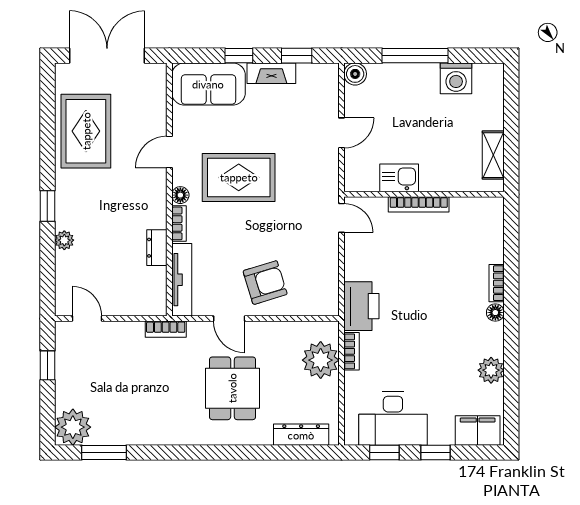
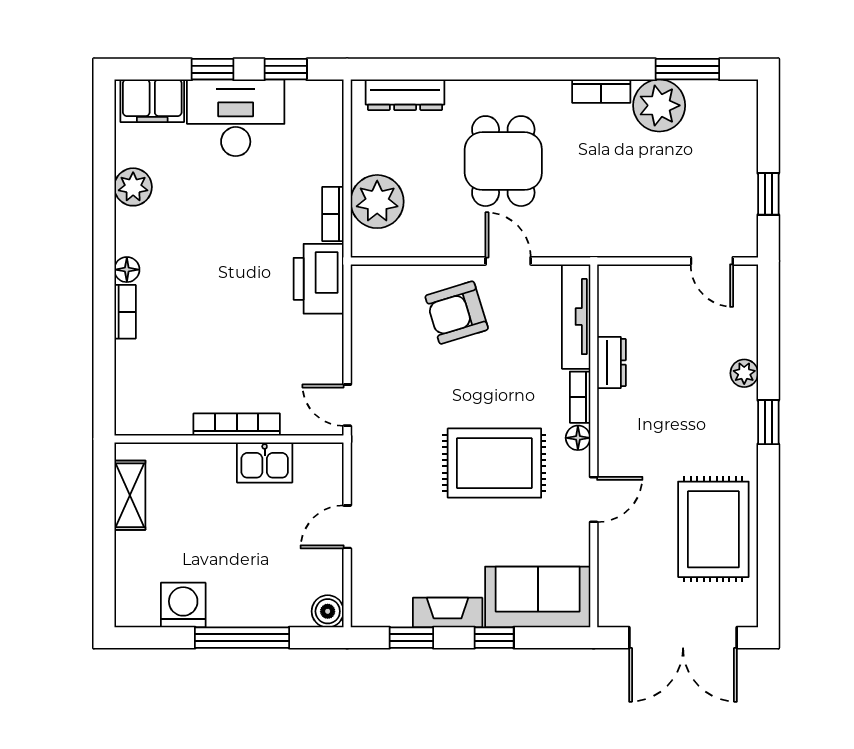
bookcase: (166, 329) -> (601, 91), moved, turned 180
desk: (393, 419) -> (236, 118), moved
plant: (73, 427) -> (659, 105), moved

